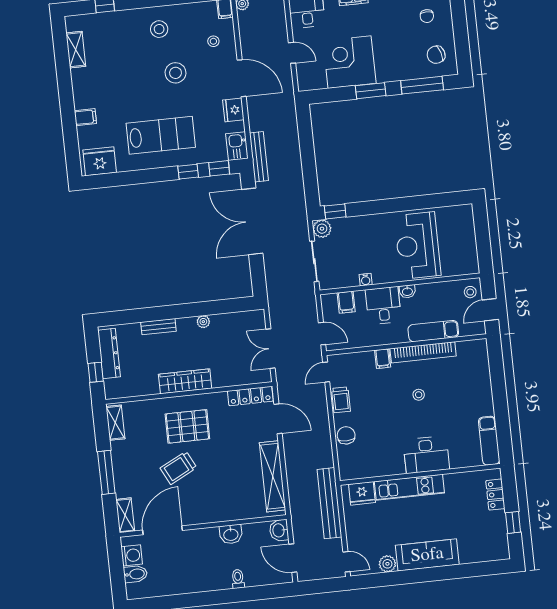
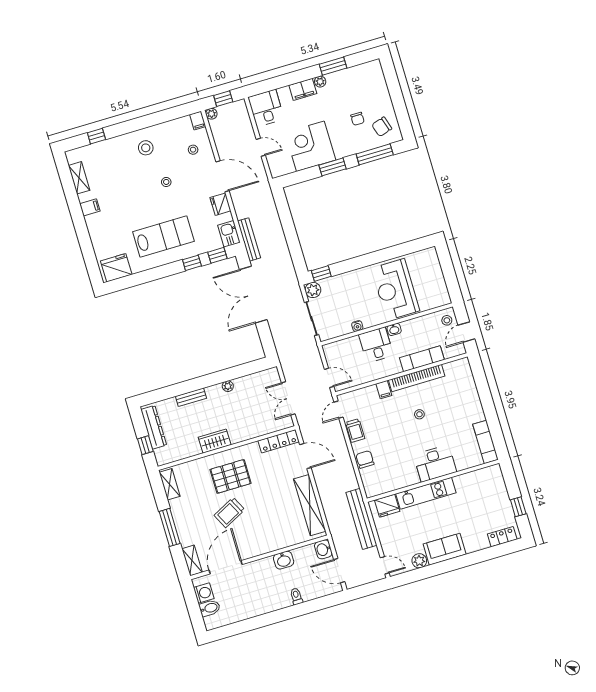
chair: (427, 16) -> (357, 119), moved
stool: (176, 73) -> (166, 182), width x0.53, depth x0.53
filing cabinet: (85, 117) -> (90, 207), moved
filing cabinet: (346, 302) -> (344, 348), removed
wardrobe: (185, 381) -> (215, 441), width x0.67
locker: (495, 495) -> (502, 537), moved, turned 90
sofa: (427, 555) -> (445, 549), width x0.73

